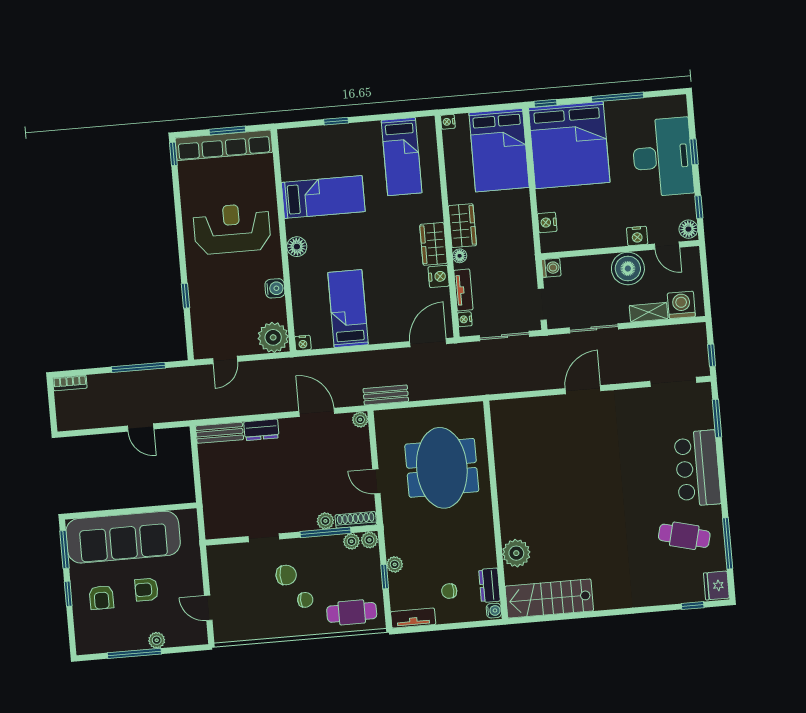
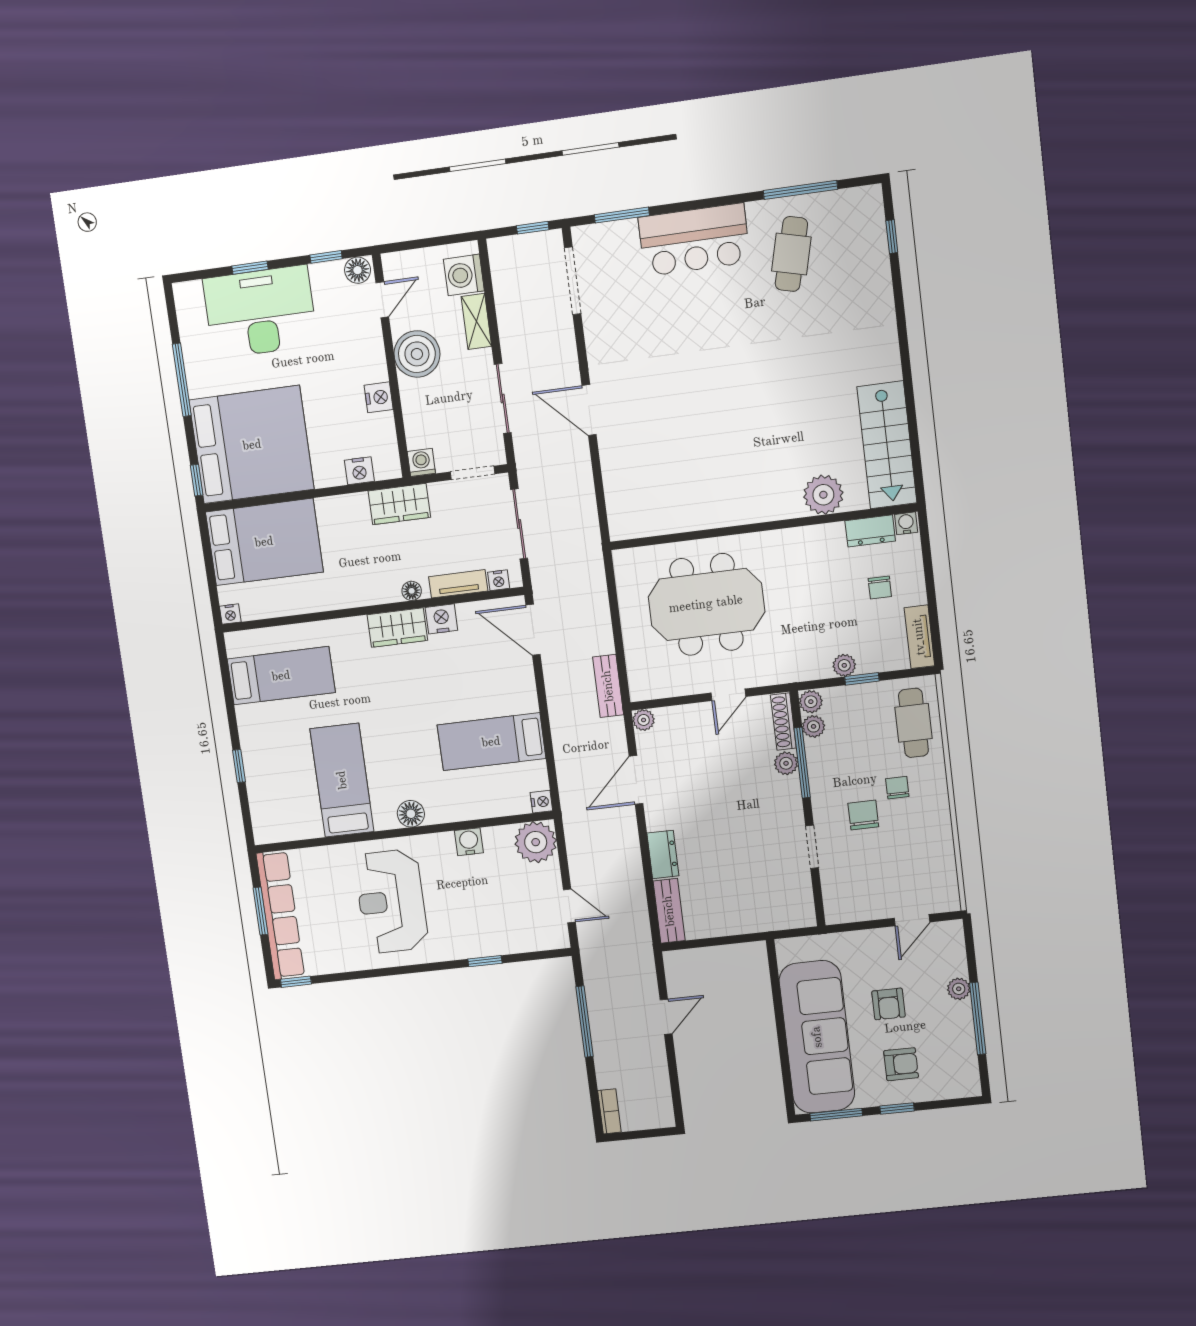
wardrobe: (462, 226) -> (399, 504), moved, turned 180
nightstand: (637, 236) -> (379, 397), moved
fridge: (716, 586) -> (862, 203), removed

